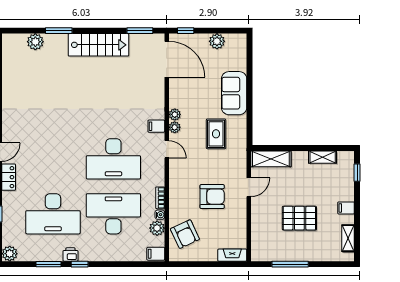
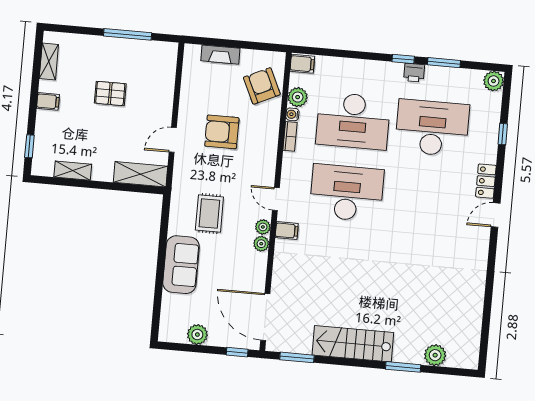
pallet: (299, 218) -> (110, 93), width x0.67, depth x0.71
fireplace: (232, 255) -> (220, 55), moved

